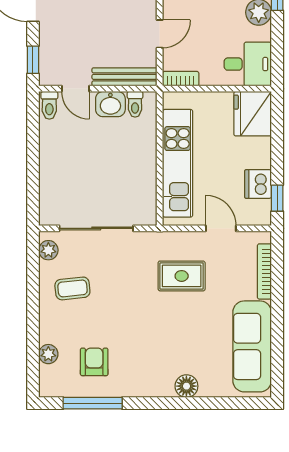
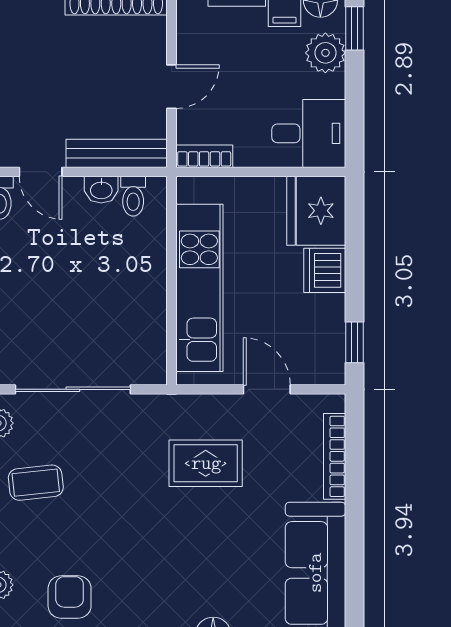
washbasin: (110, 104) -> (101, 190), width x0.72, depth x0.69
dishwasher: (258, 184) -> (325, 270), moved

